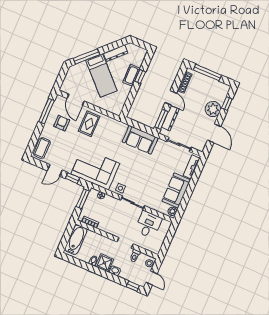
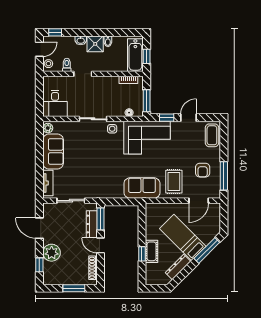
window: (207, 73) -> (74, 288), width x0.69
door: (76, 100) -> (199, 201), swing flipped
sofa: (140, 140) -> (142, 188), moved
desk: (148, 225) -> (55, 103), moved
window: (67, 235) -> (147, 56), added
door: (151, 278) -> (39, 49), swing flipped

